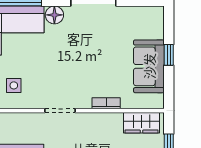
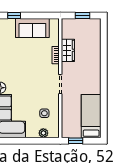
window: (169, 55) -> (14, 16), moved
wardrobe: (141, 123) -> (68, 50), moved

